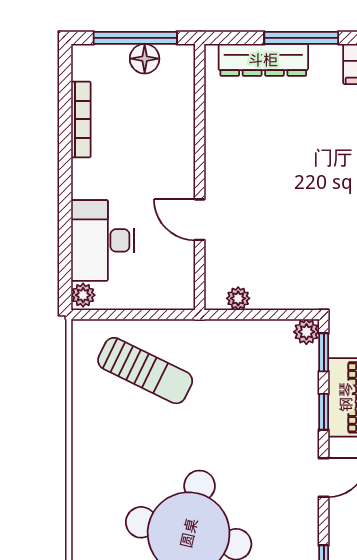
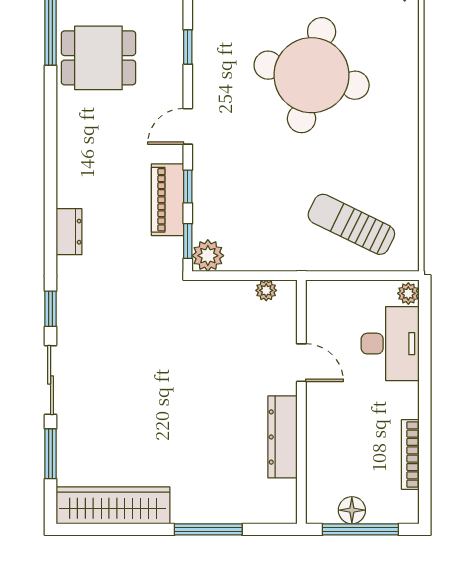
dresser: (263, 60) -> (283, 437), moved, turned -90
plant: (306, 332) -> (208, 256), width x1.38, depth x1.38

